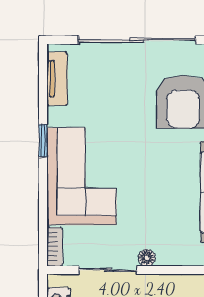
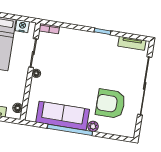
corner sofa: (82, 176) -> (82, 48), removed

